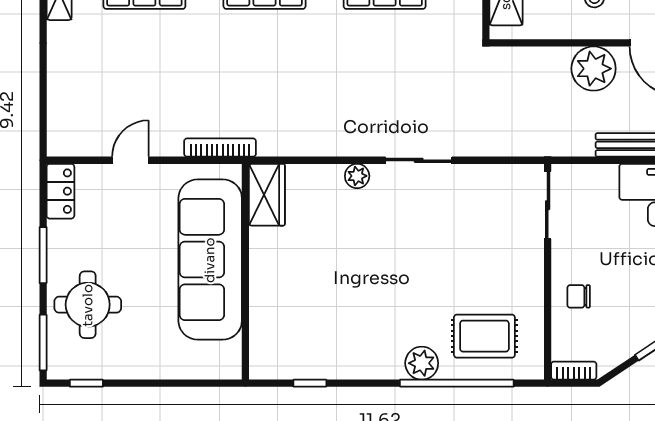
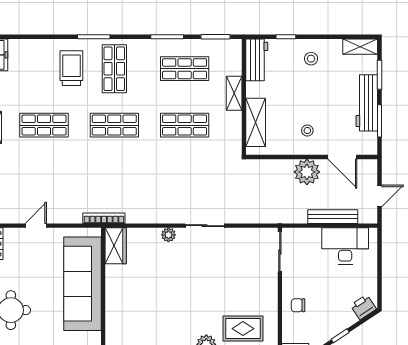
bookcase: (220, 148) -> (104, 218), moved

